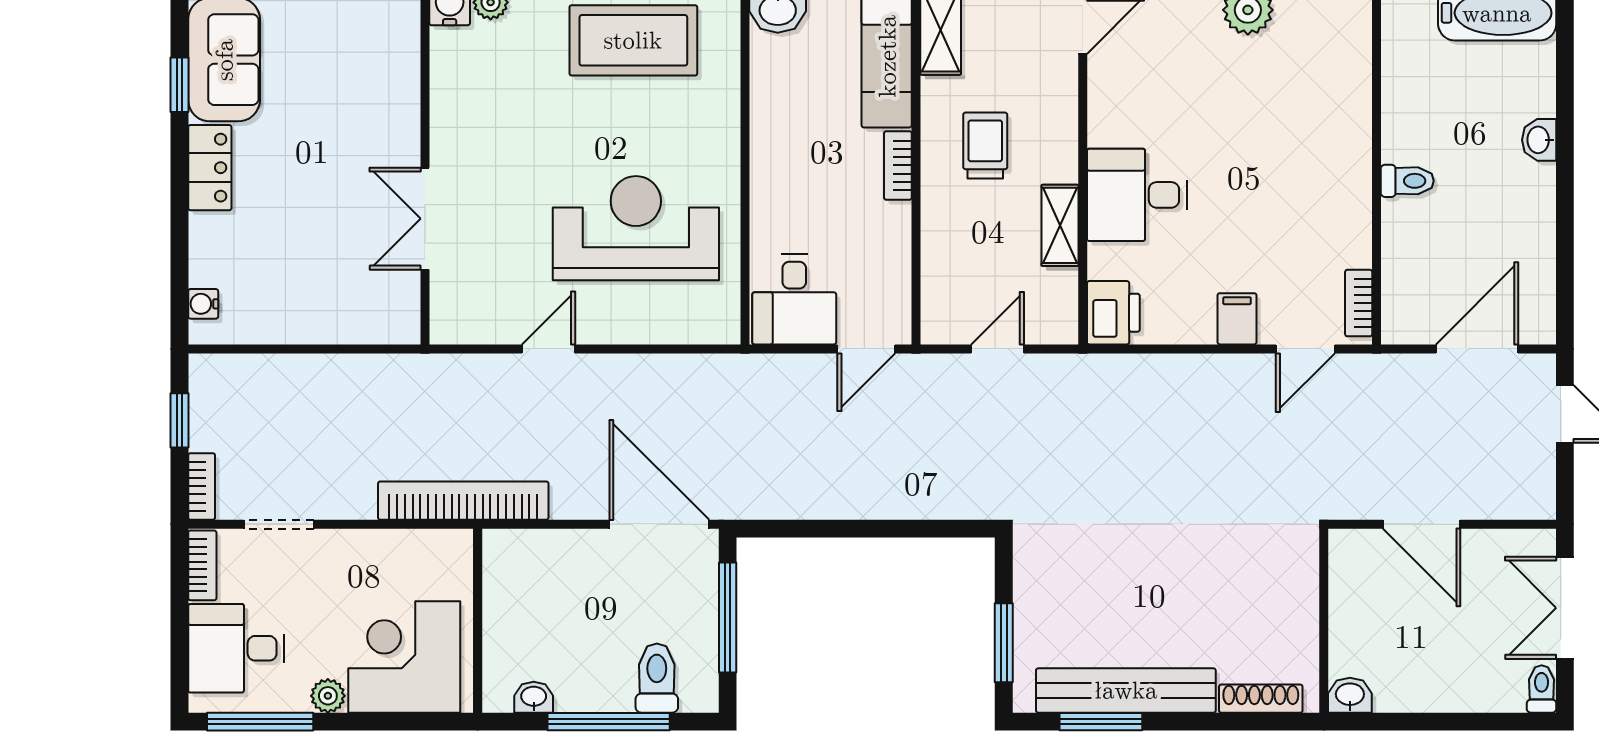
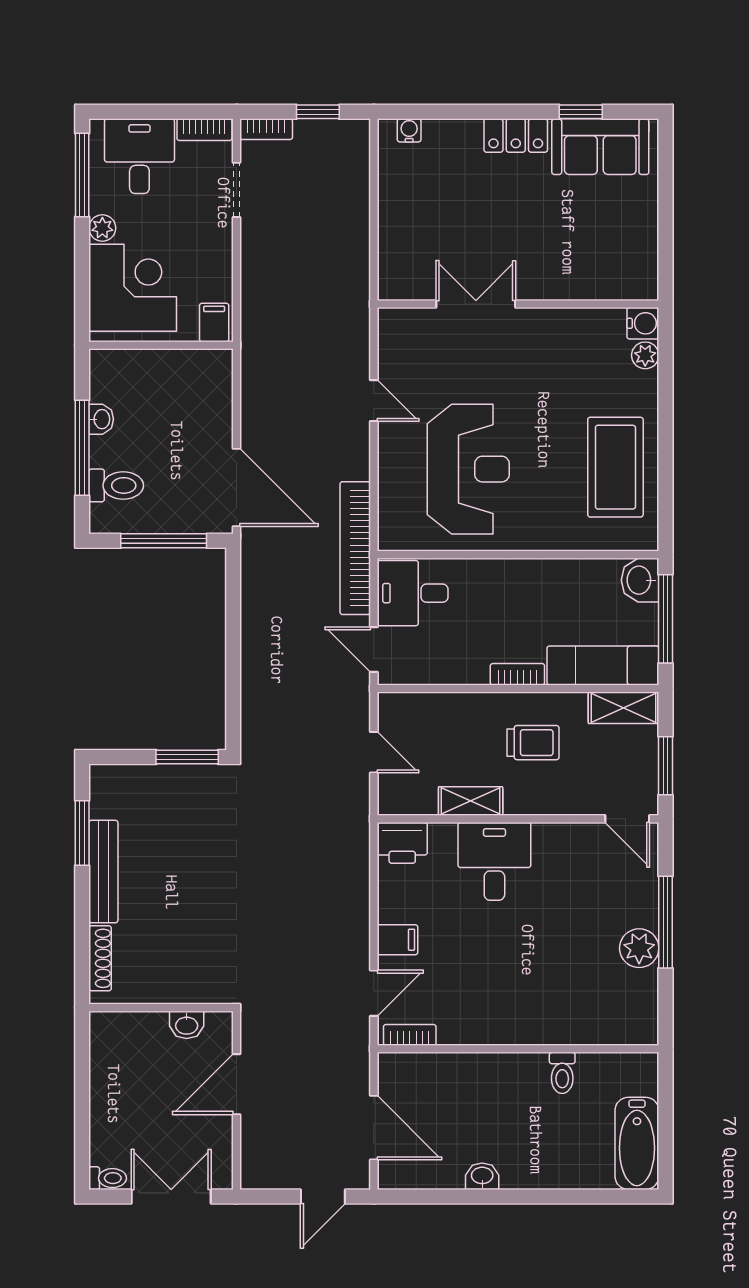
washbasin: (1539, 140) -> (482, 1176), moved
toilet: (1407, 181) -> (562, 1073), moved
door: (1305, 349) -> (374, 993), swing flipped
bookcase: (463, 501) -> (355, 548), moved, turned 180
door: (659, 524) -> (237, 488), hinge flipped
filing cabinet: (449, 553) -> (214, 322), added
window: (1004, 643) -> (187, 757), moved
bench: (1126, 690) -> (103, 872), width x0.73, depth x0.82
washbasin: (1350, 695) -> (187, 1025), moved, turned 90
washbasin: (534, 697) -> (101, 419), moved

